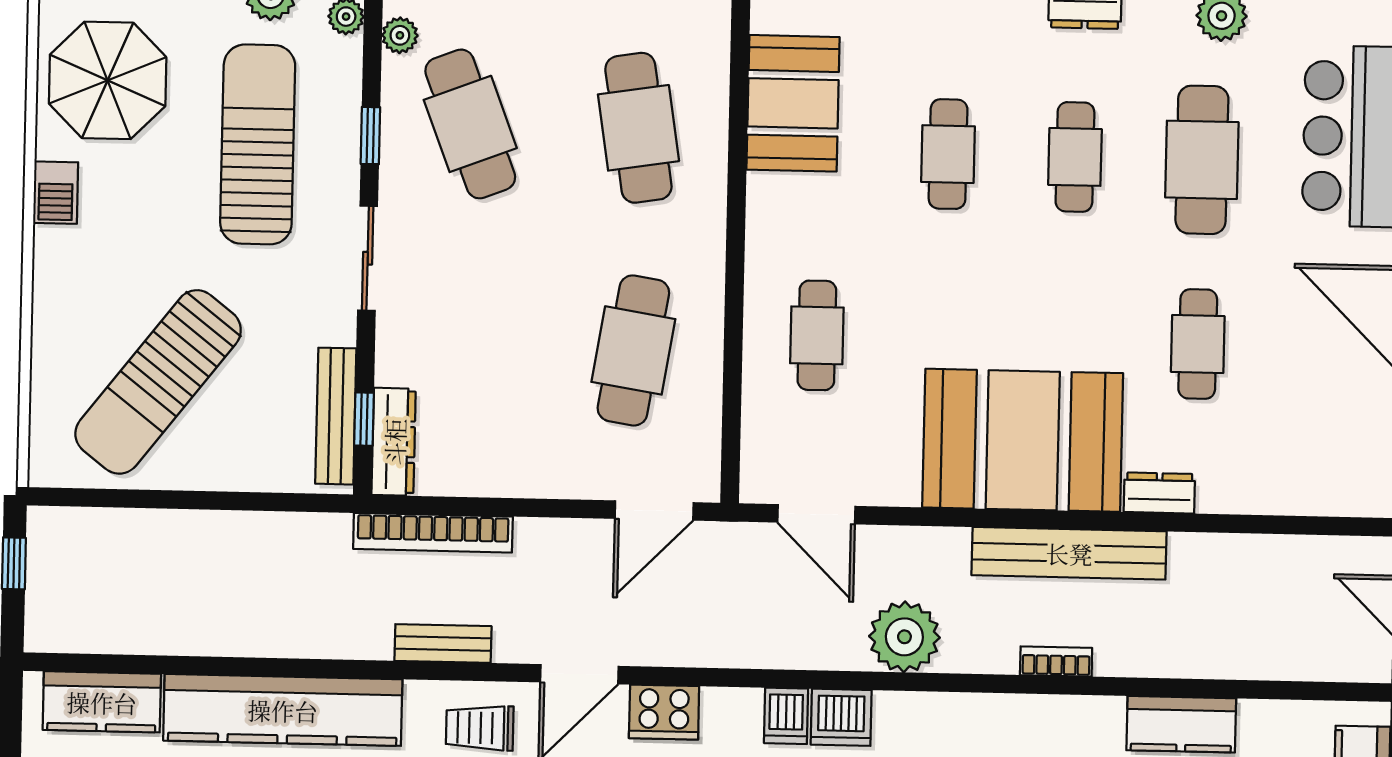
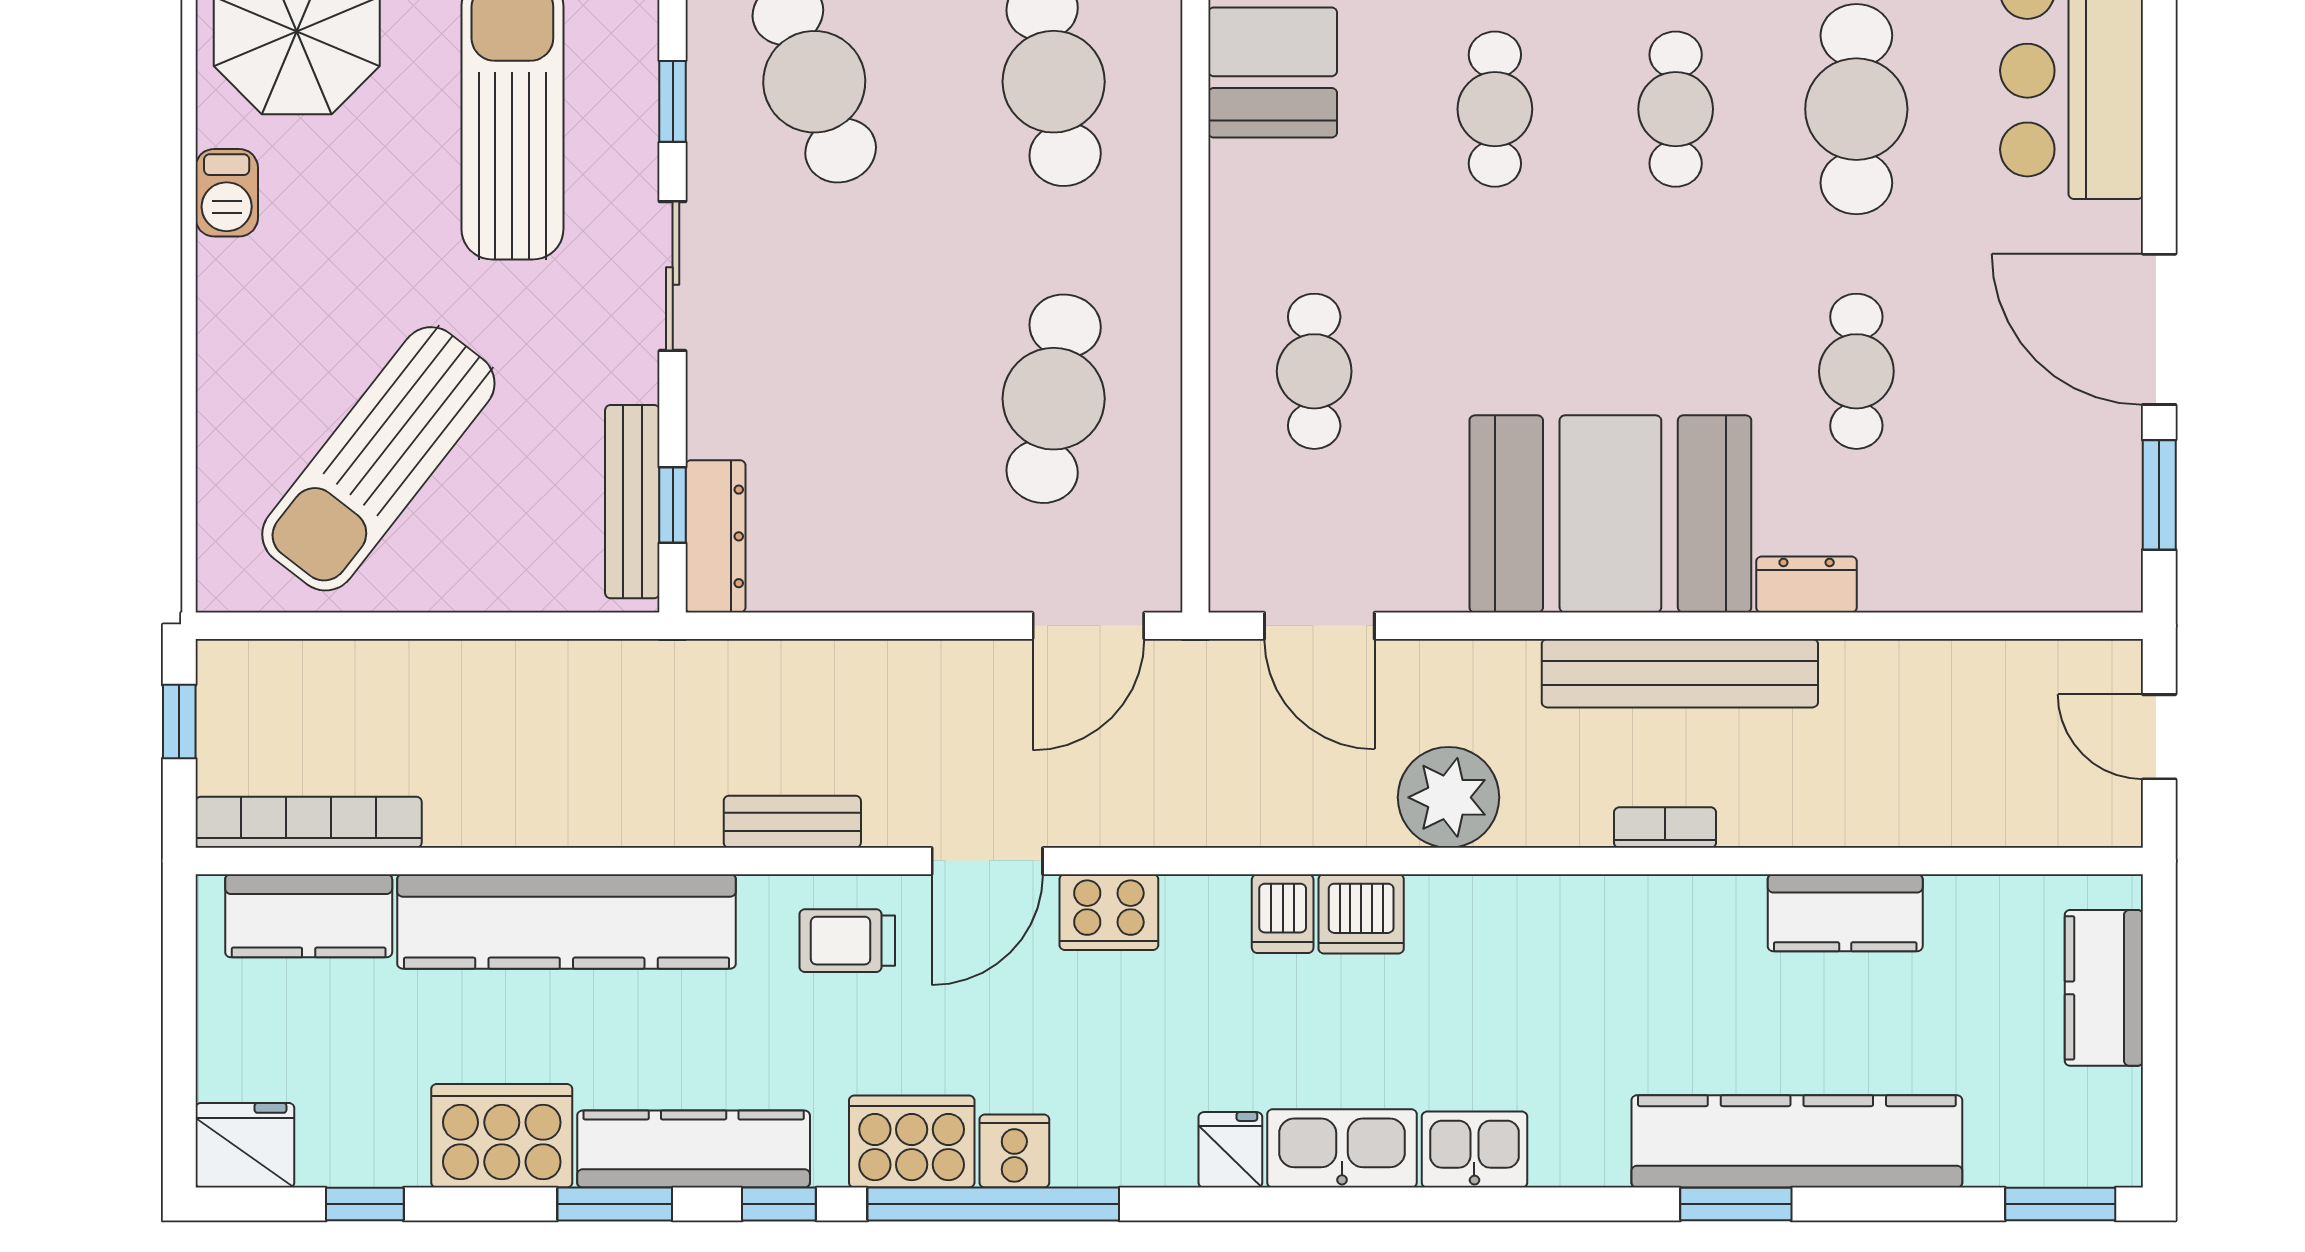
bookcase: (433, 533) -> (309, 822), moved, turned 180

